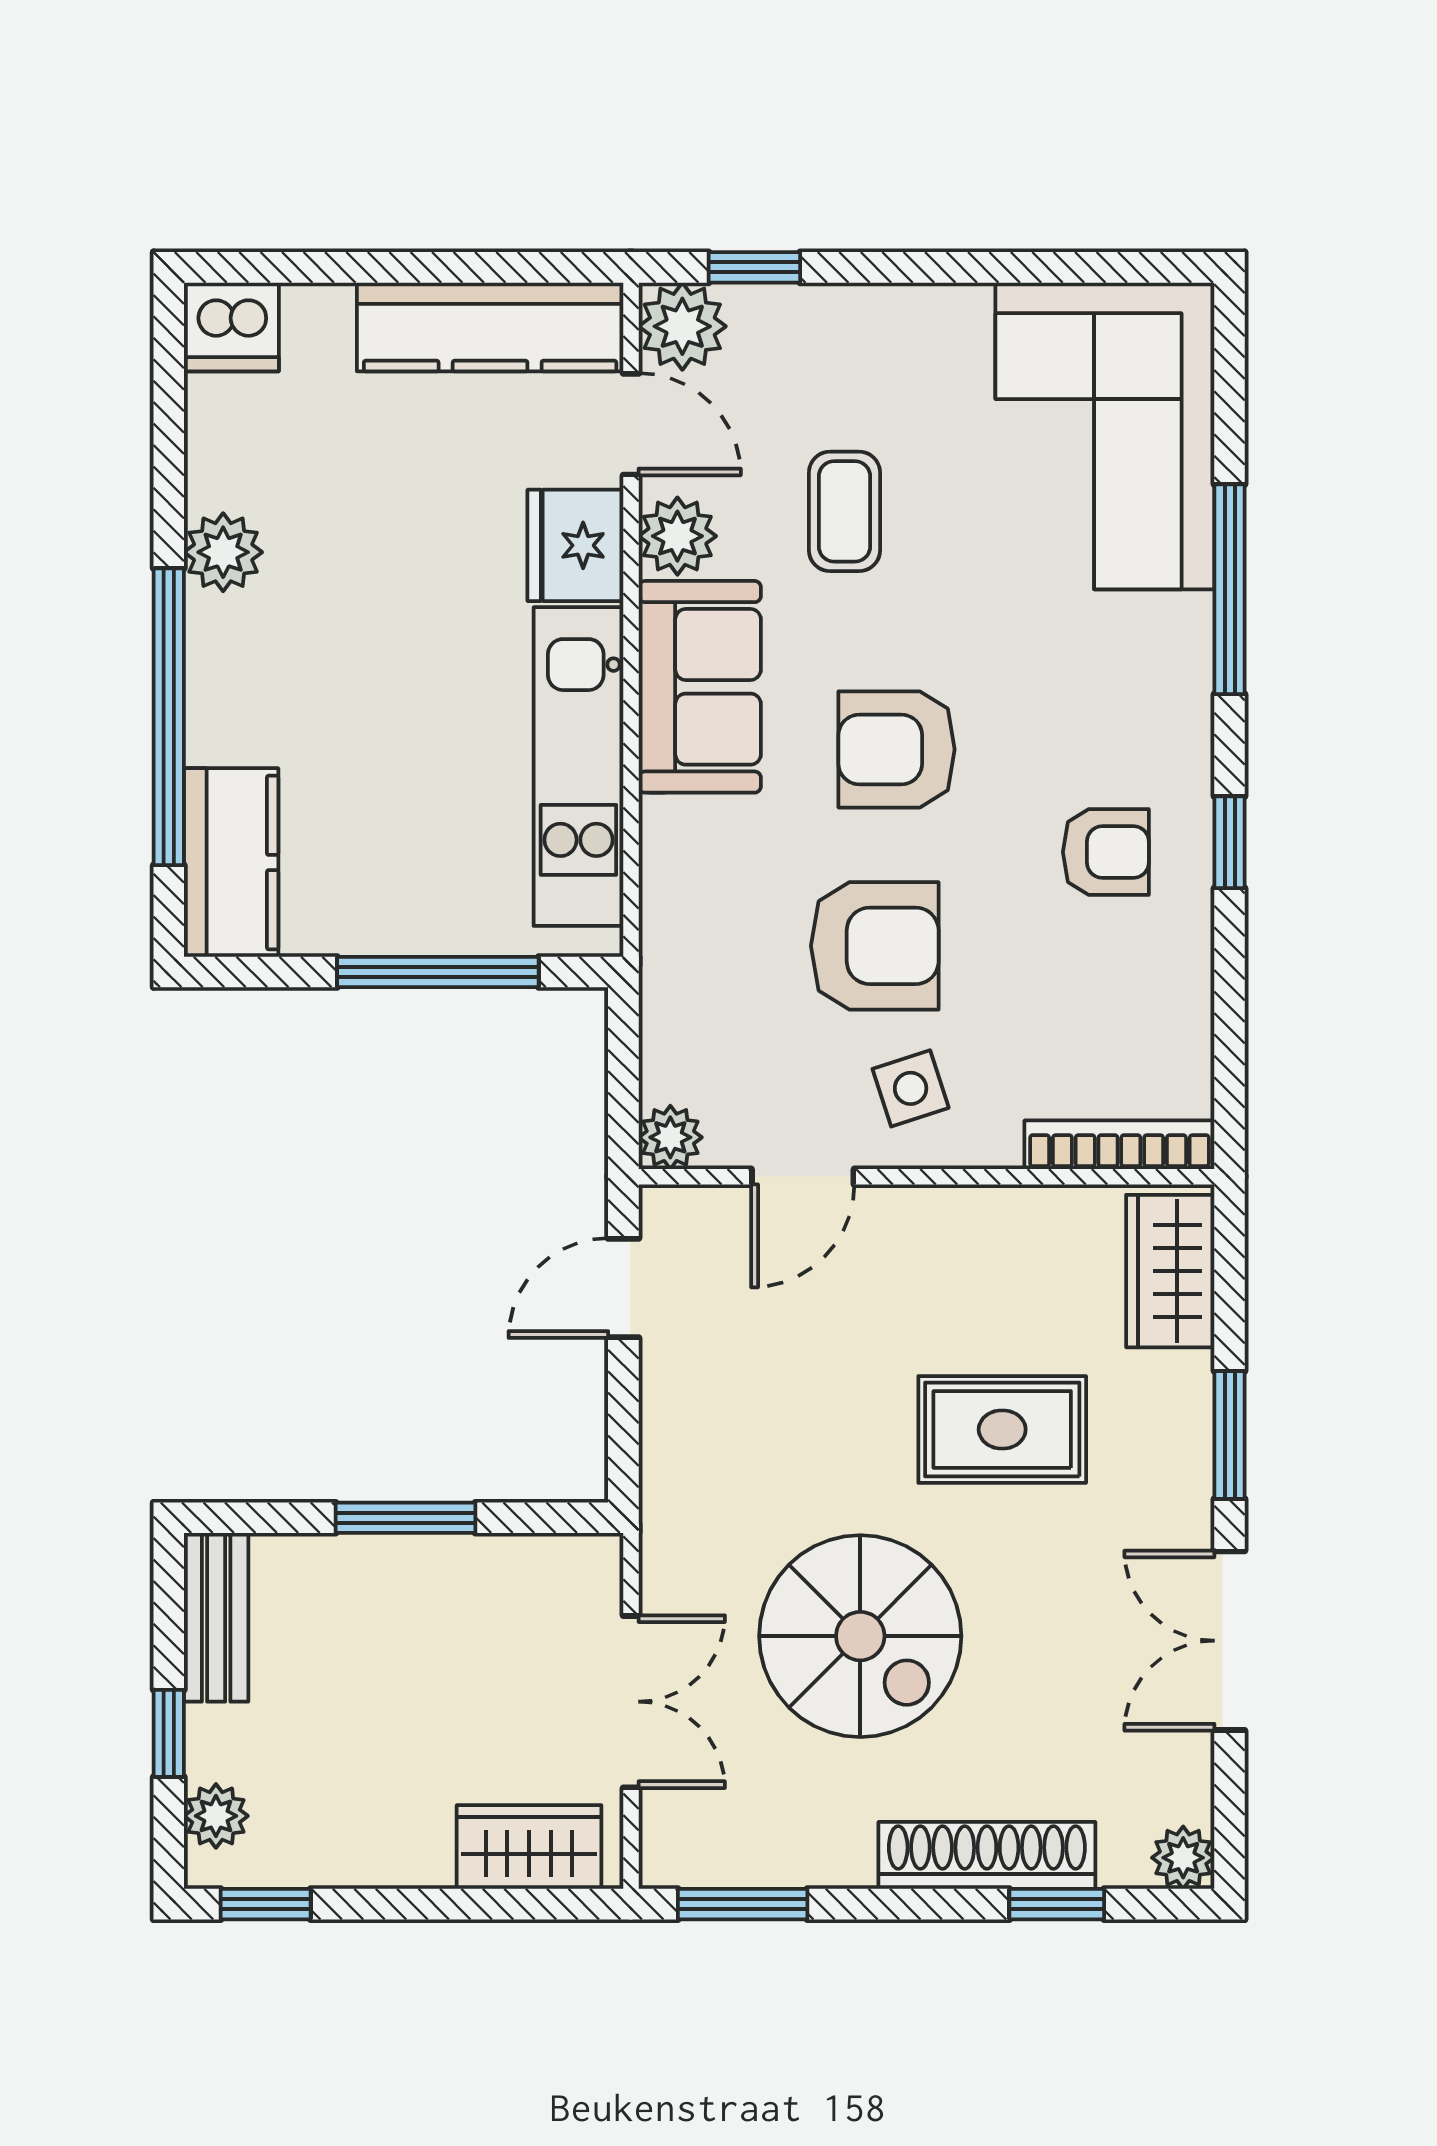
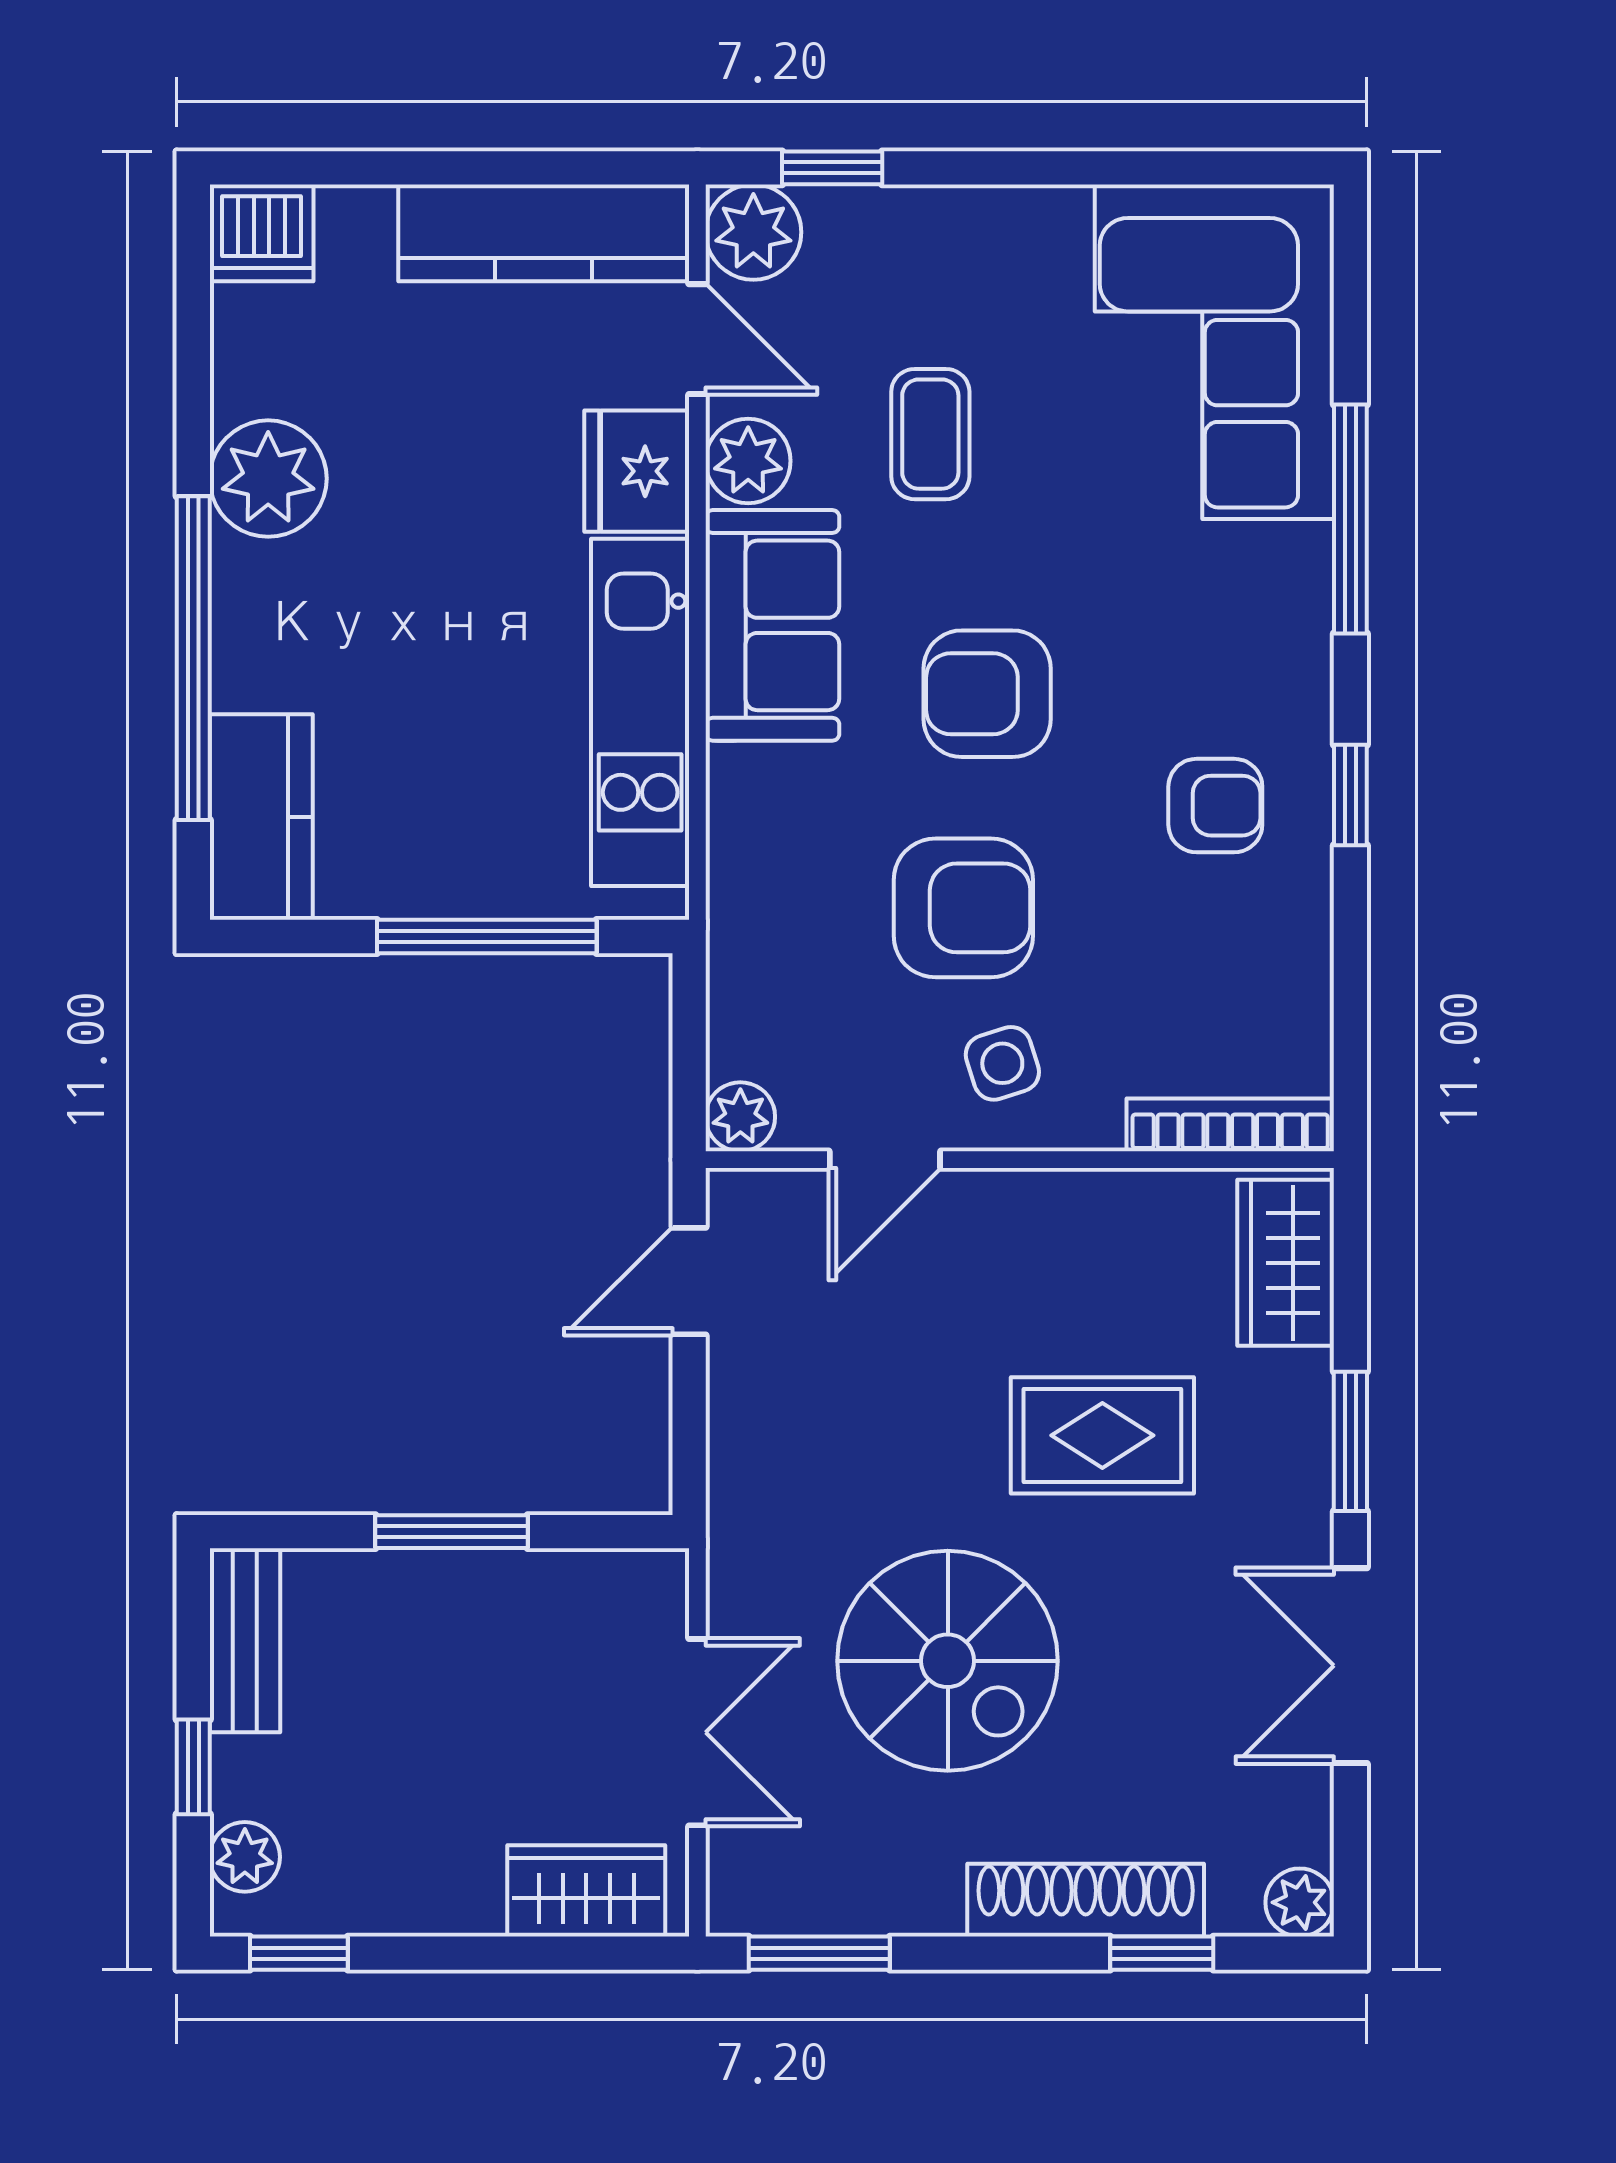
plant: (223, 552) -> (268, 479), width x1.36, depth x1.36

